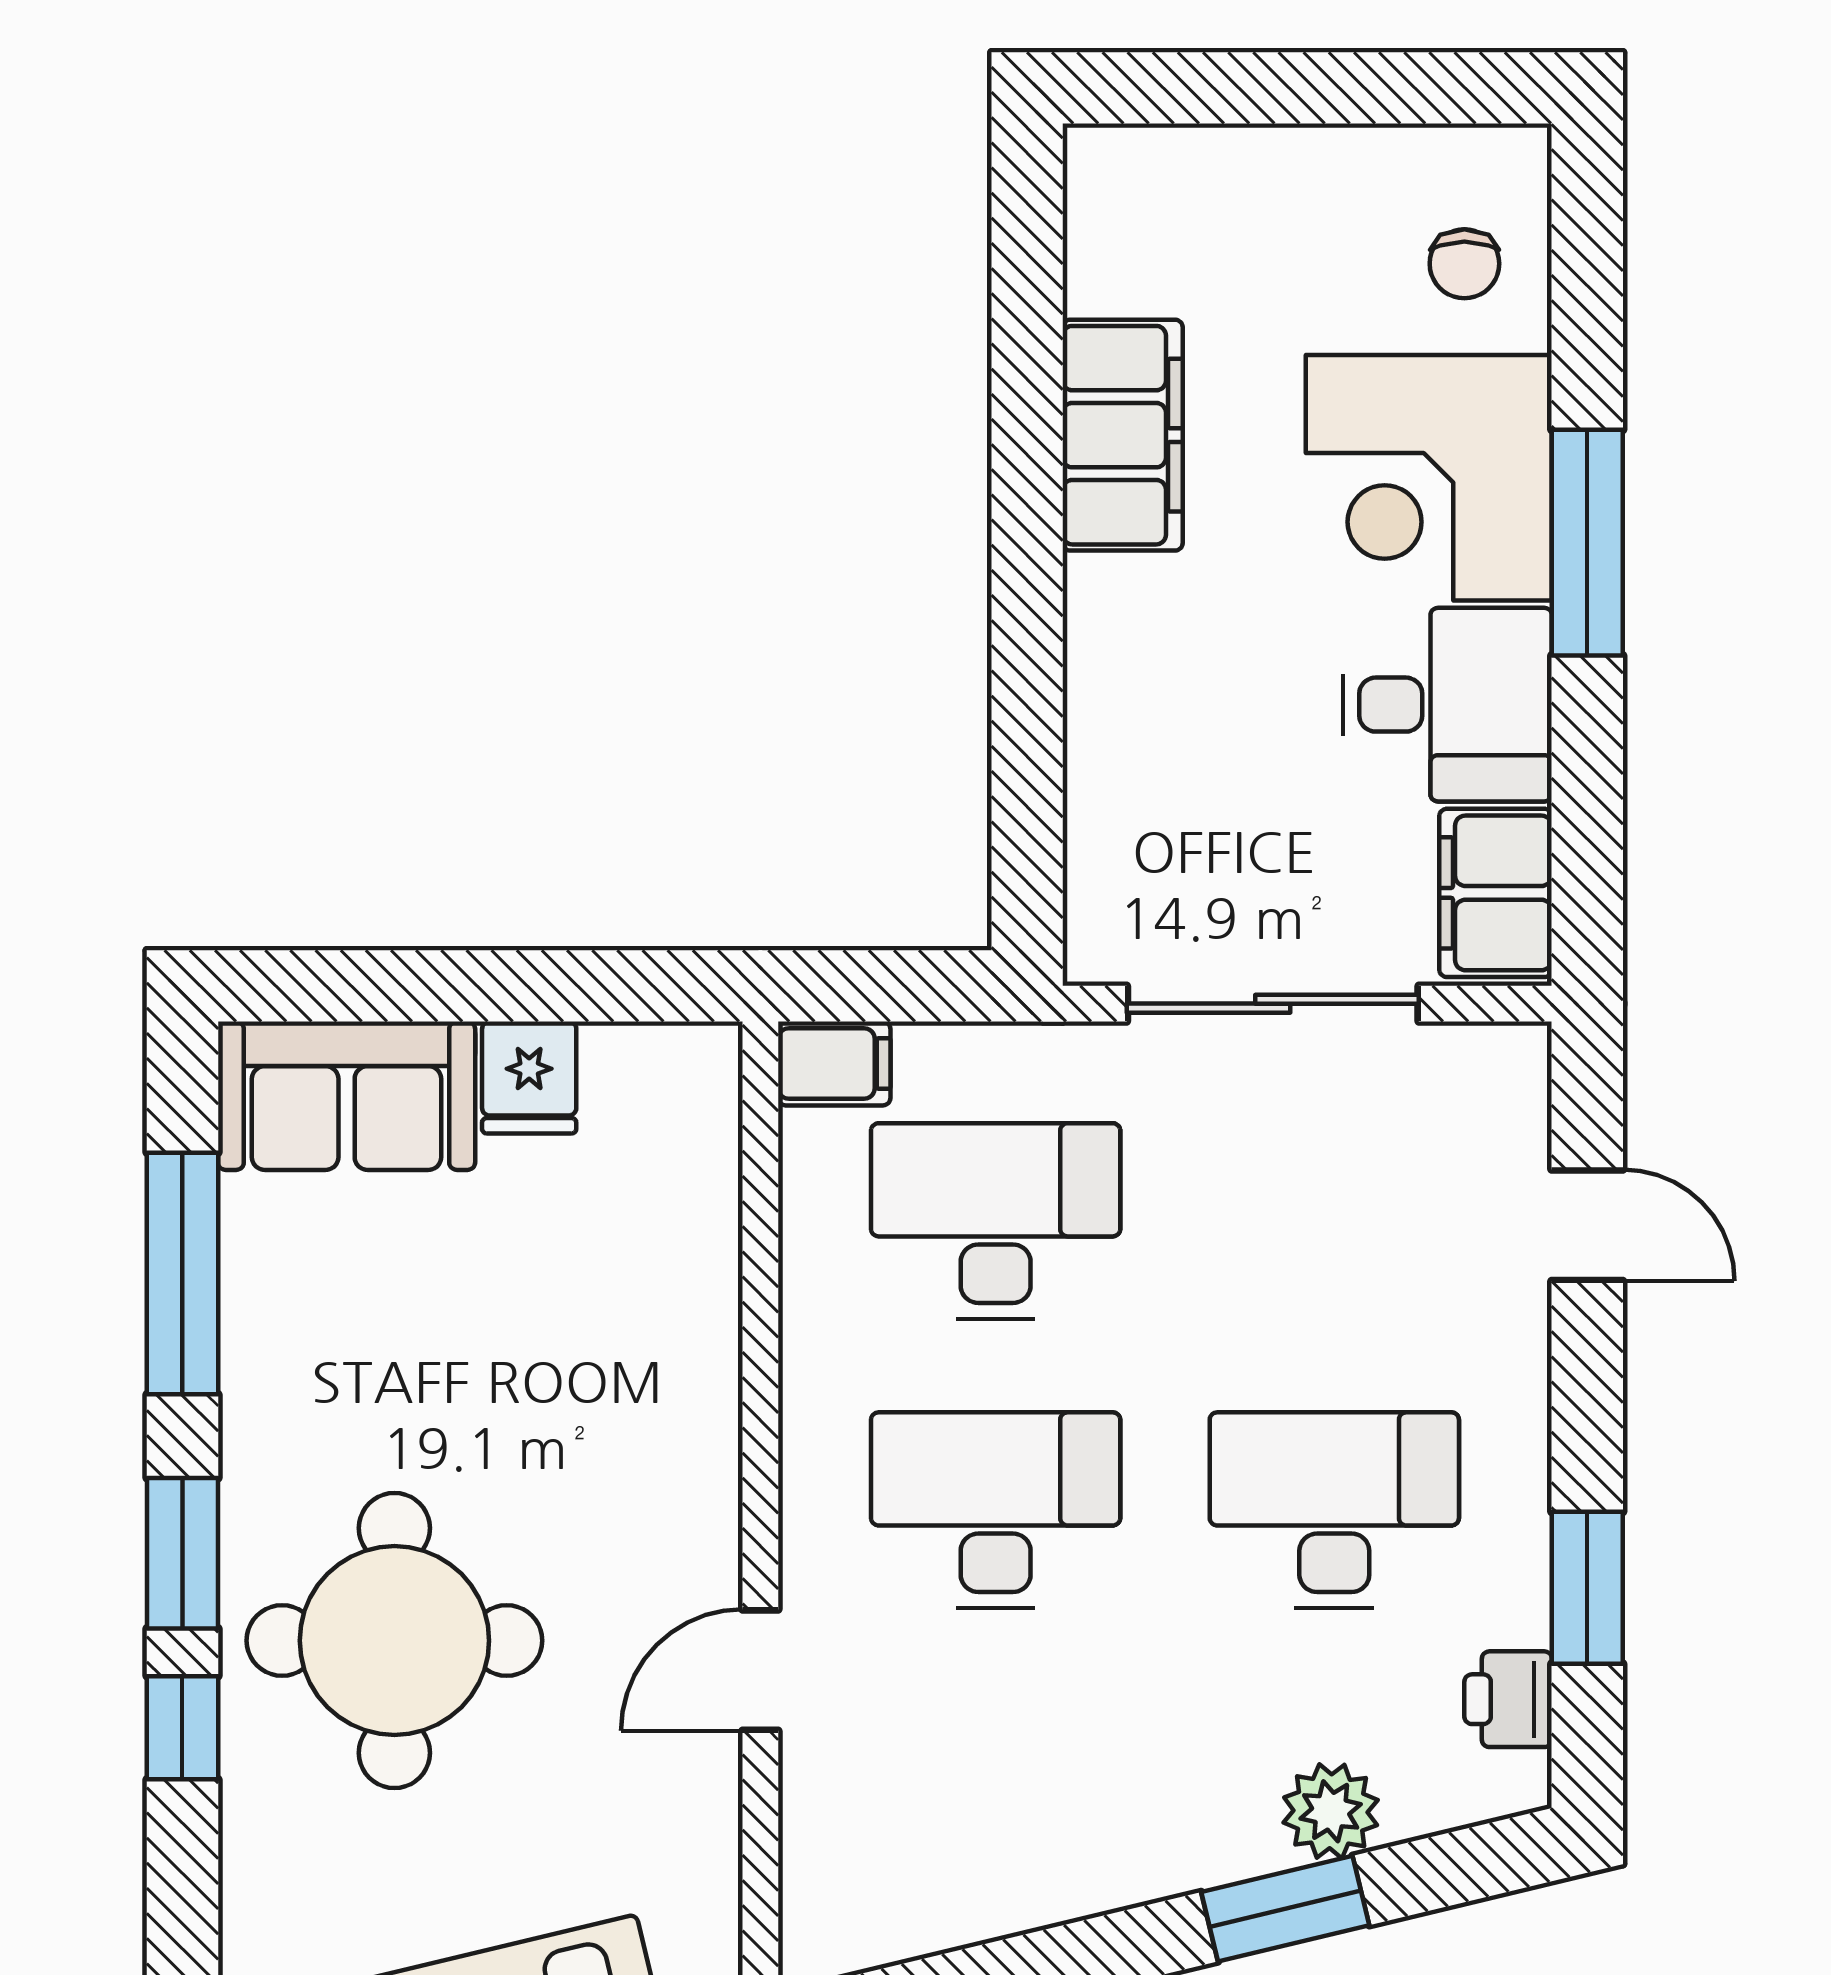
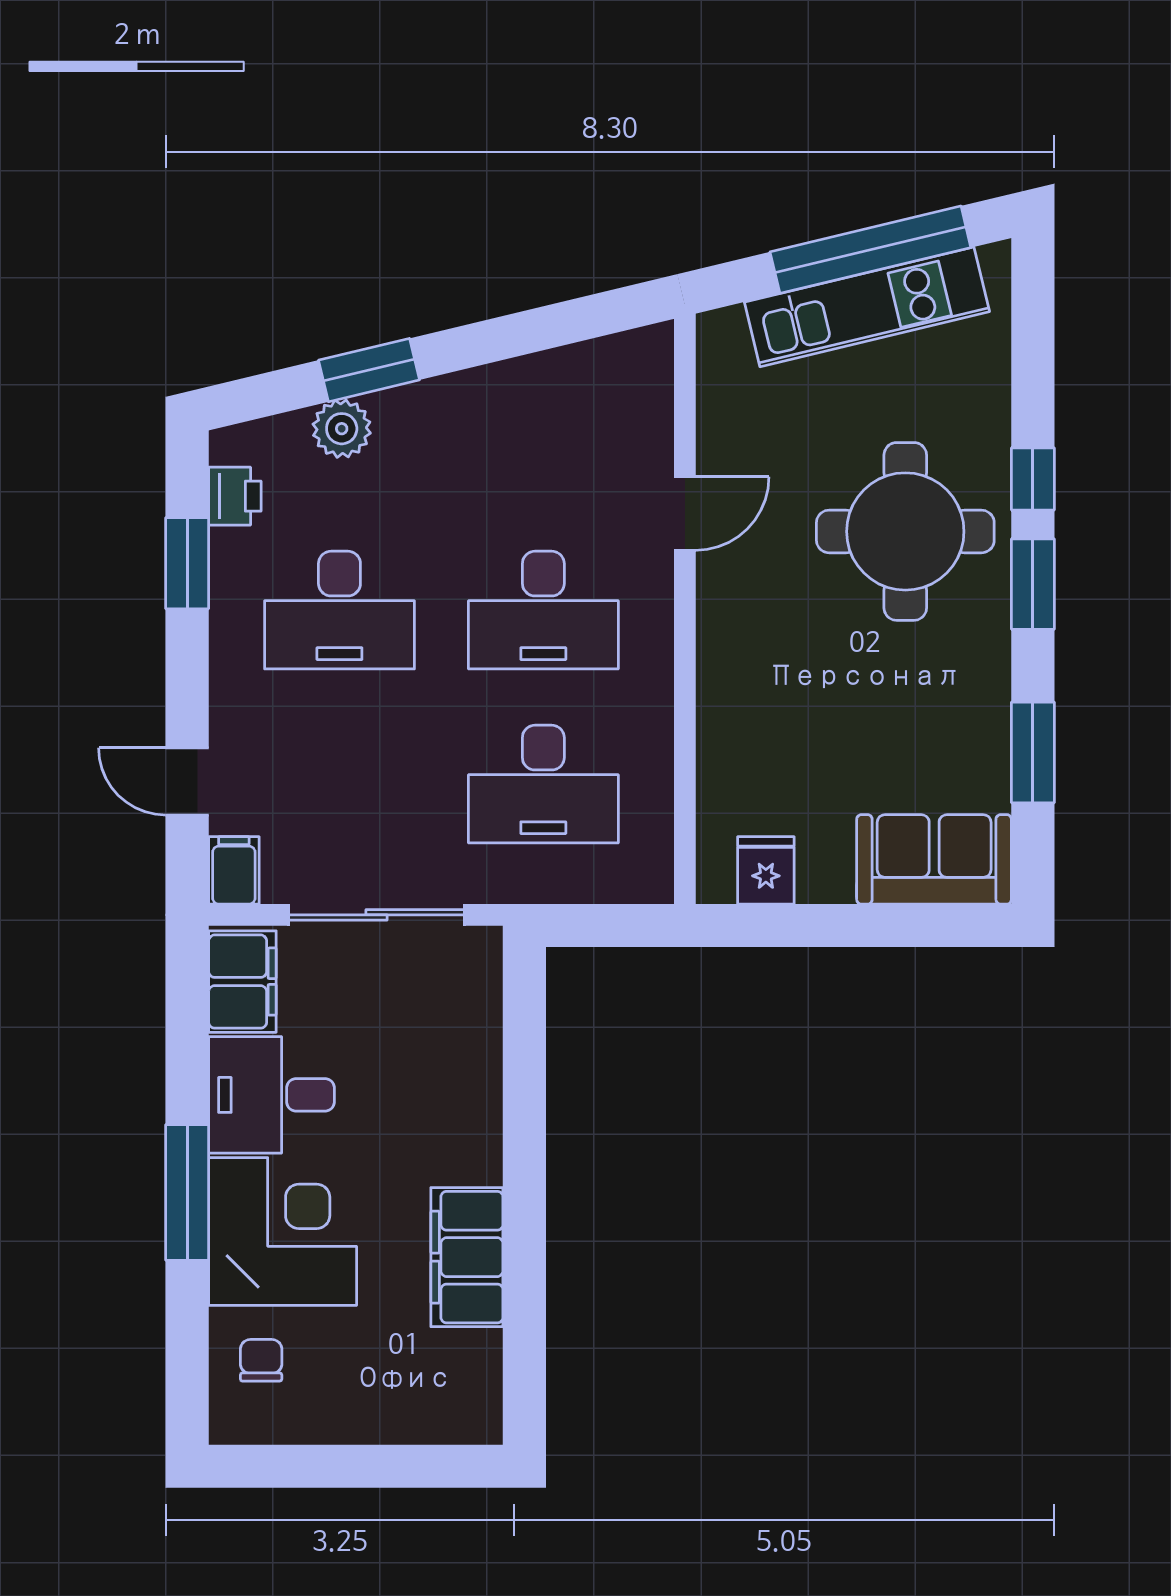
filing cabinet: (834, 1063) -> (234, 870), moved, turned 90
fridge: (529, 1078) -> (766, 870), moved
window: (182, 1273) -> (1033, 752), width x0.69

